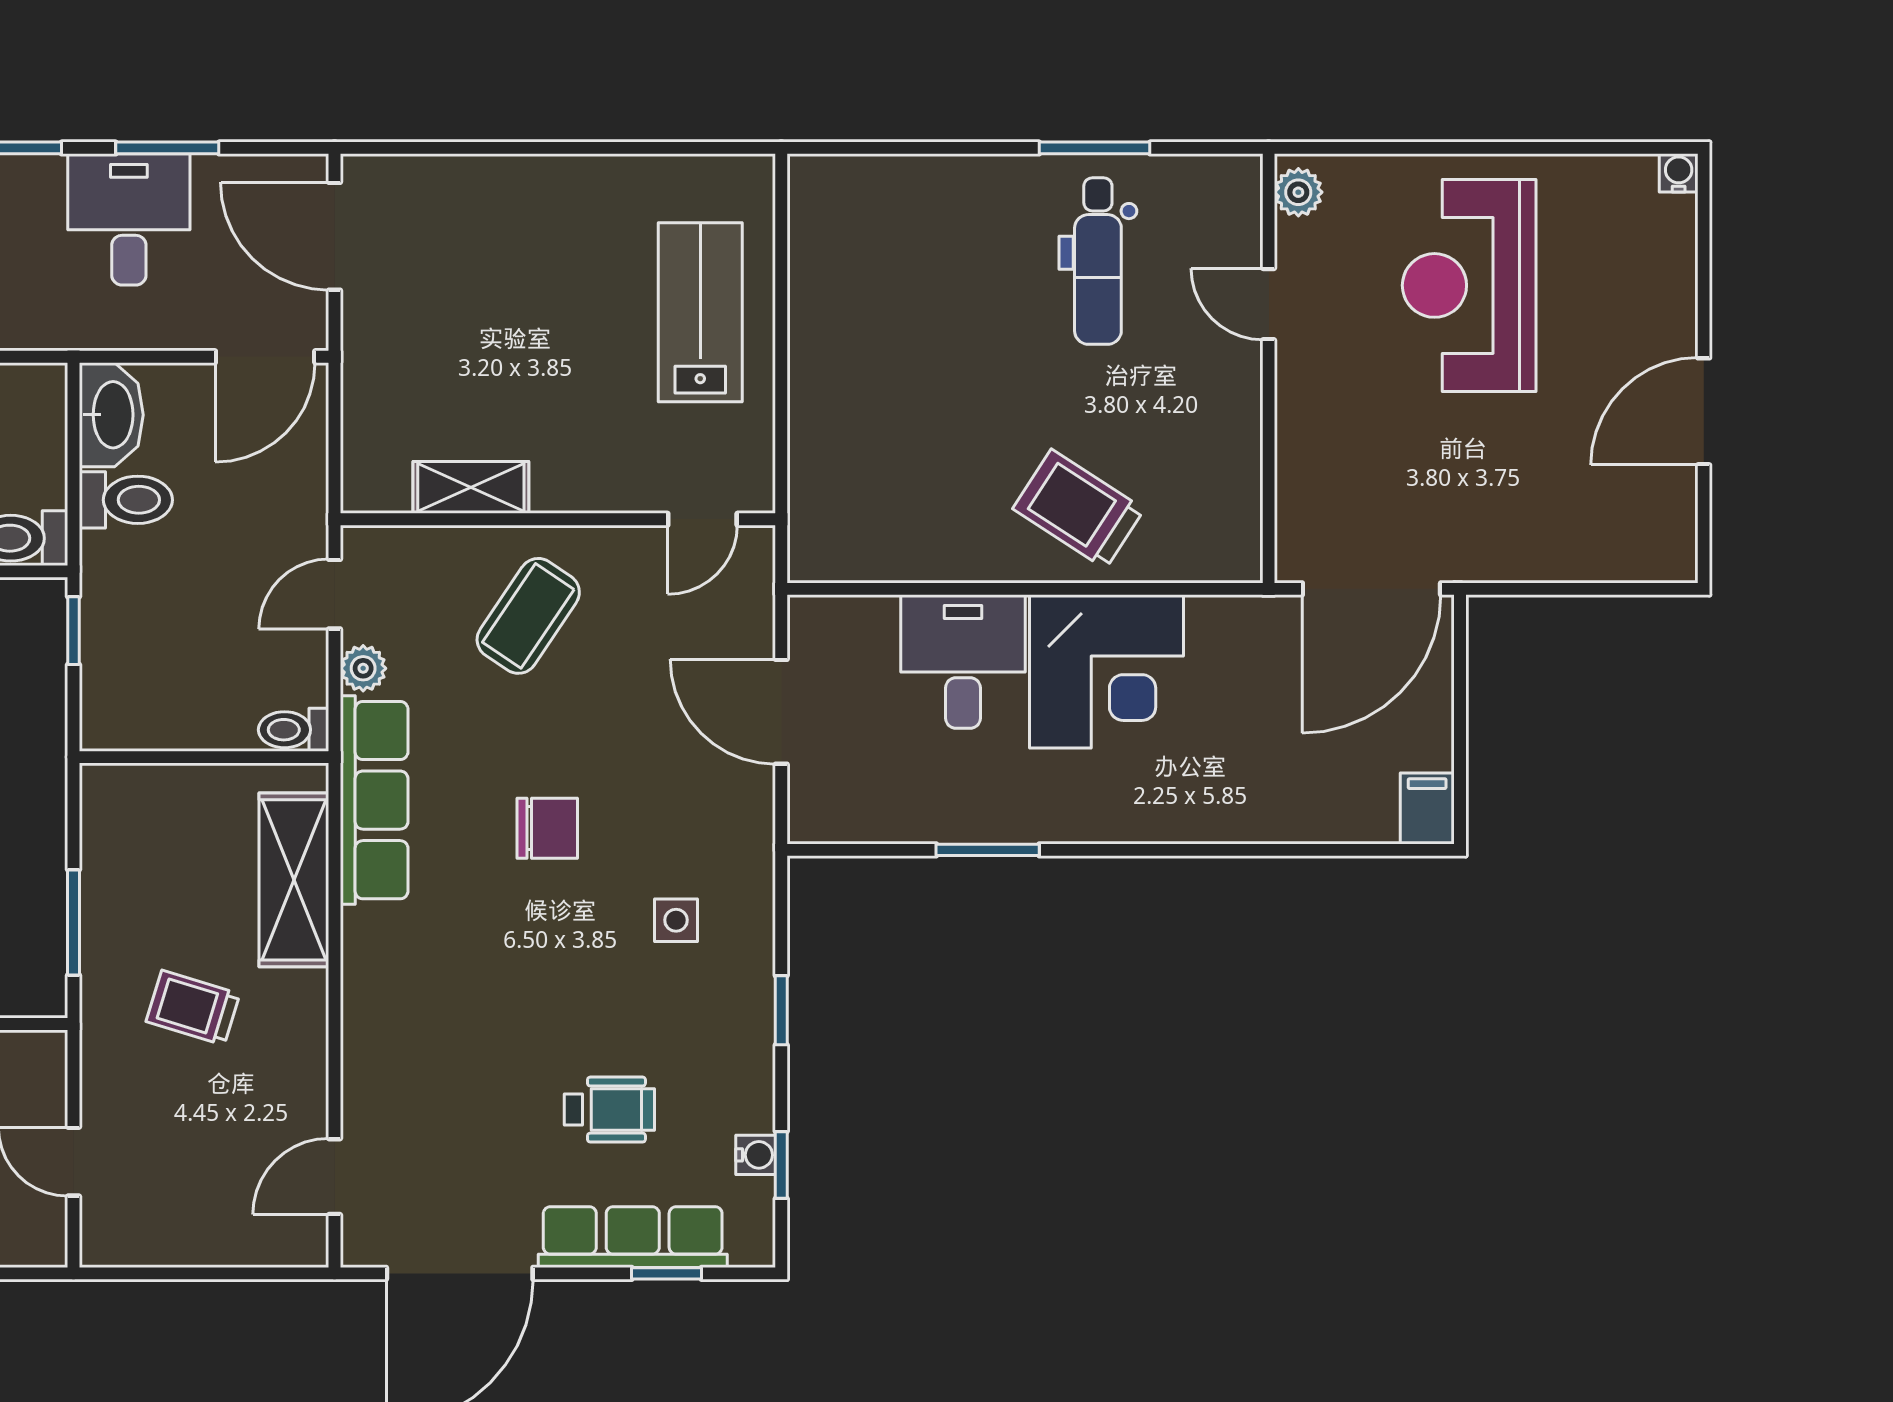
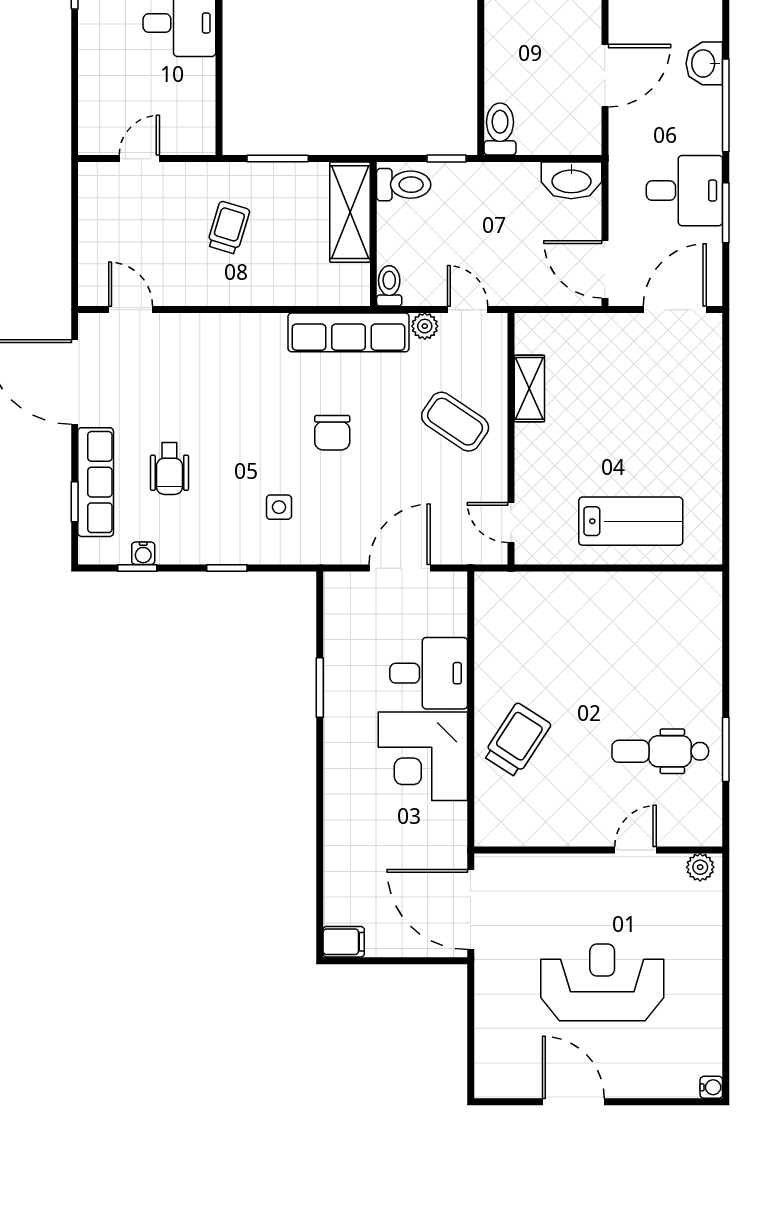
reception desk: (1469, 285) -> (602, 982), moved
toilet: (126, 500) -> (404, 185), moved, turned -90
shelving: (294, 880) -> (350, 212), moved, turned 90

